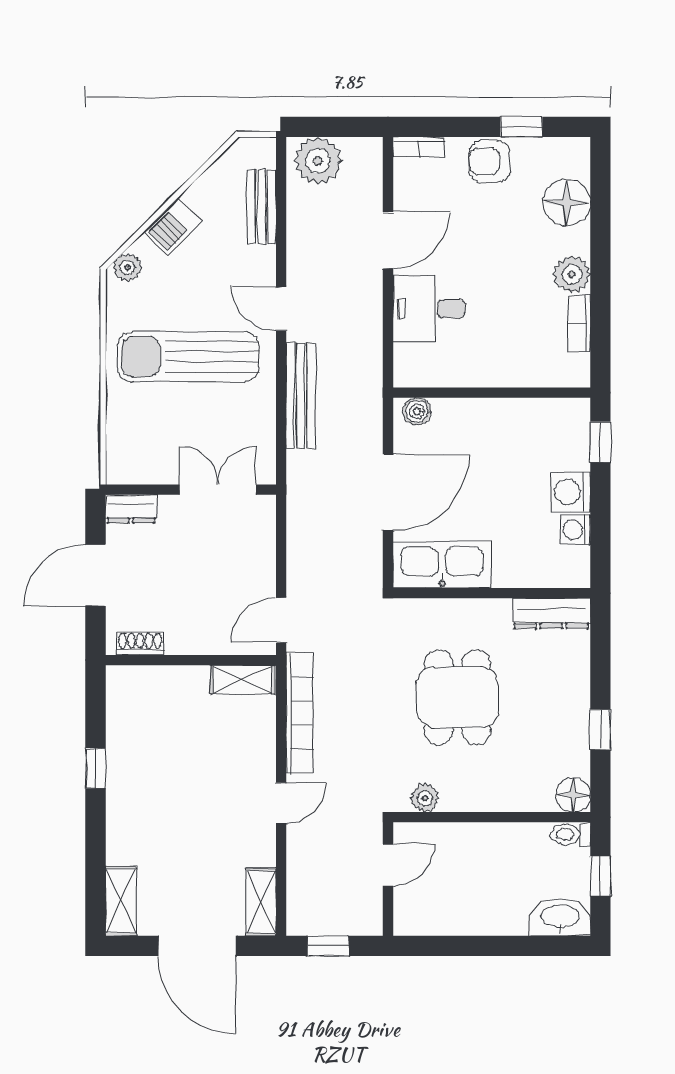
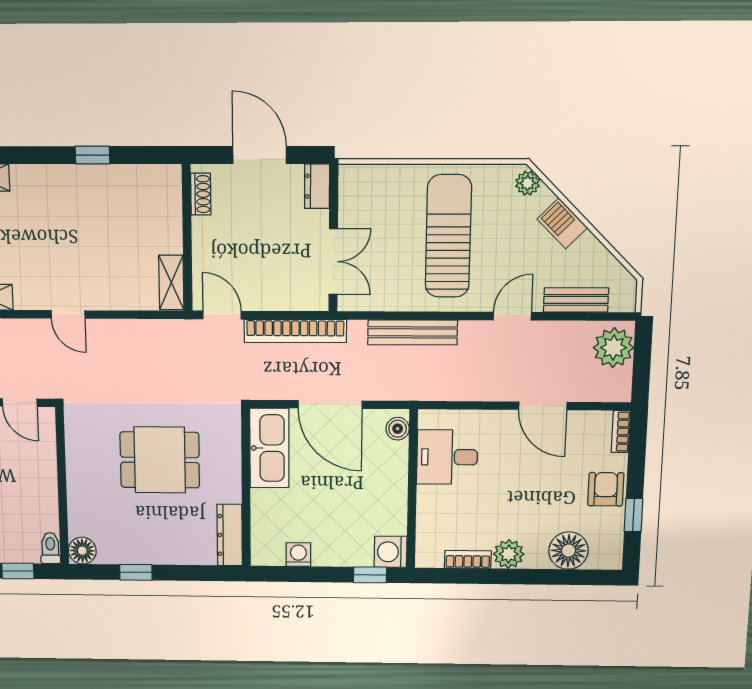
door: (281, 309) -> (512, 316), moved
desk: (429, 309) -> (447, 457), moved, turned -90
washing machine: (571, 492) -> (391, 552), moved, turned -90
bookcase: (300, 713) -> (295, 331), moved
plant: (425, 798) -> (76, 433), removed

